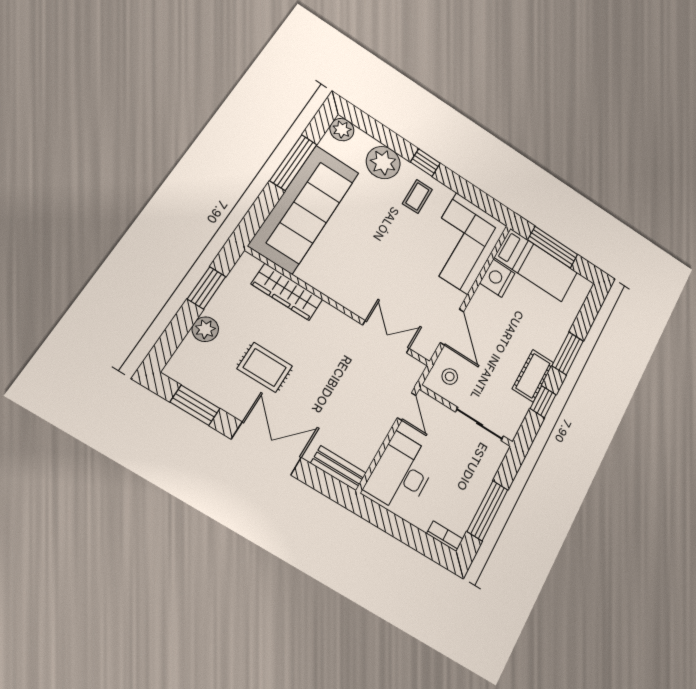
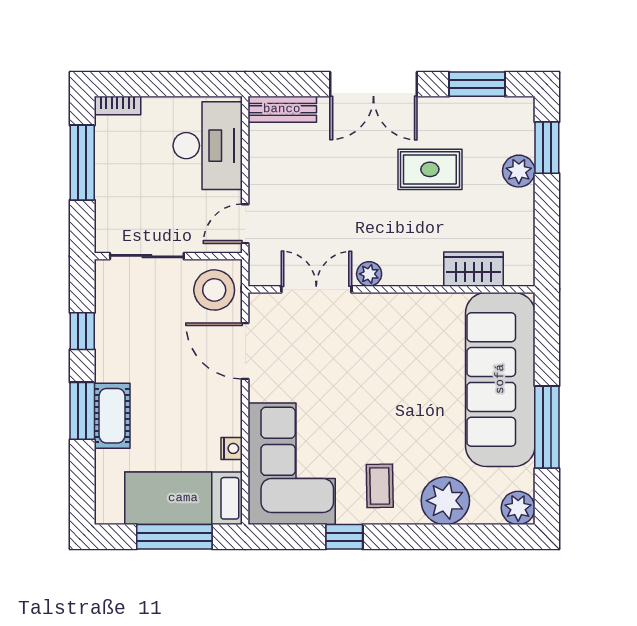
window: (425, 163) -> (344, 537), moved
nightstand: (497, 278) -> (232, 448), width x0.53, depth x0.56
window: (207, 288) -> (547, 148), moved
wardrobe: (287, 292) -> (474, 269), width x0.67
plant: (347, 325) -> (369, 274), added
double door: (386, 337) -> (316, 289), swing flipped
cot: (533, 376) -> (112, 416), moved
stool: (450, 377) -> (214, 290), width x1.89, depth x1.89
door: (407, 407) -> (245, 224), hinge flipped

